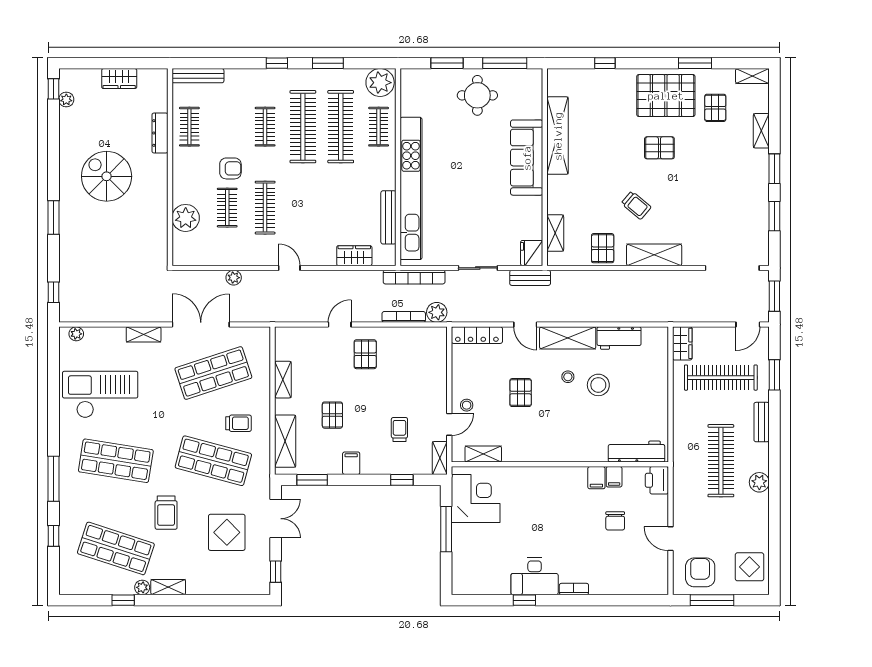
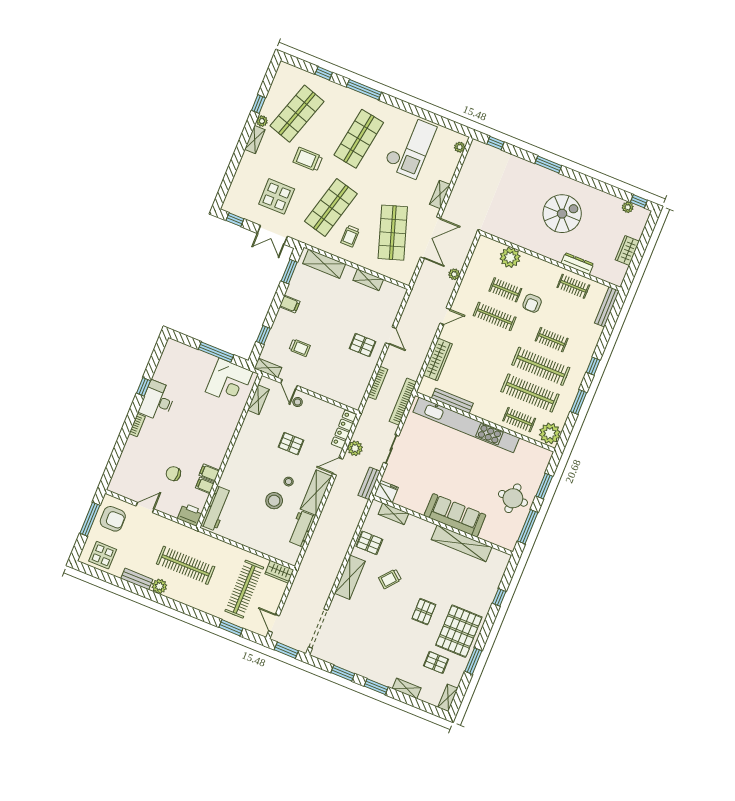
wardrobe: (354, 256) -> (438, 359), width x1.50
plant: (437, 312) -> (355, 448), moved
pallet: (332, 415) -> (329, 305), removed
bench: (762, 422) -> (137, 579), moved

